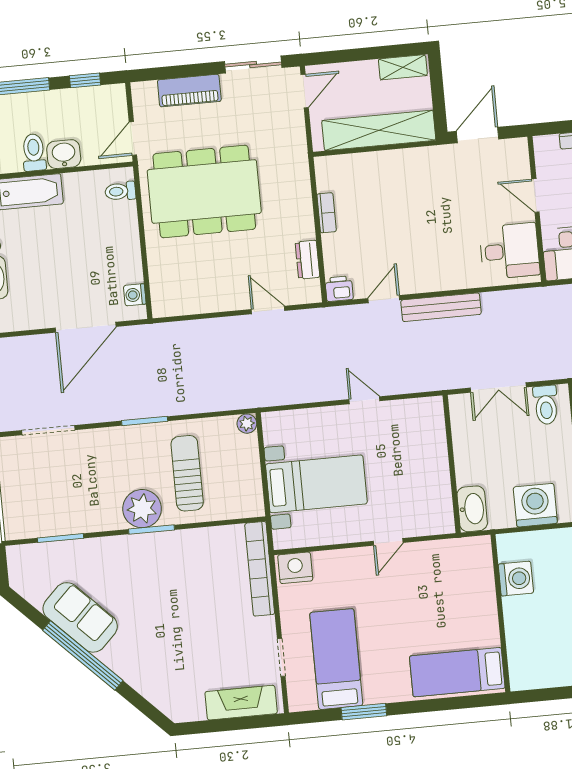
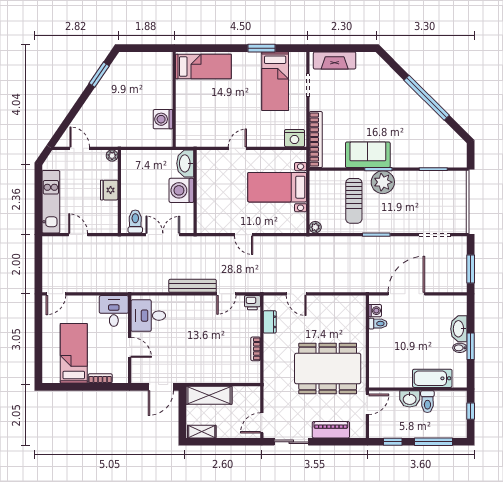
shelving: (379, 130) -> (209, 395), width x0.68
toilet: (120, 191) -> (378, 324), moved
washing machine: (535, 505) -> (181, 190), moved, turned 90
sofa: (80, 617) -> (368, 155), moved, turned 135

